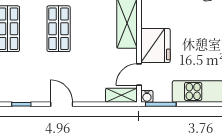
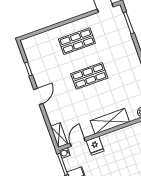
fridge: (156, 46) -> (95, 146), width x0.53, depth x0.75
door: (139, 75) -> (78, 142), hinge flipped

